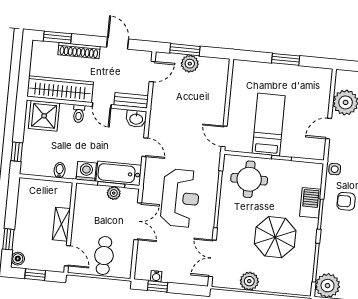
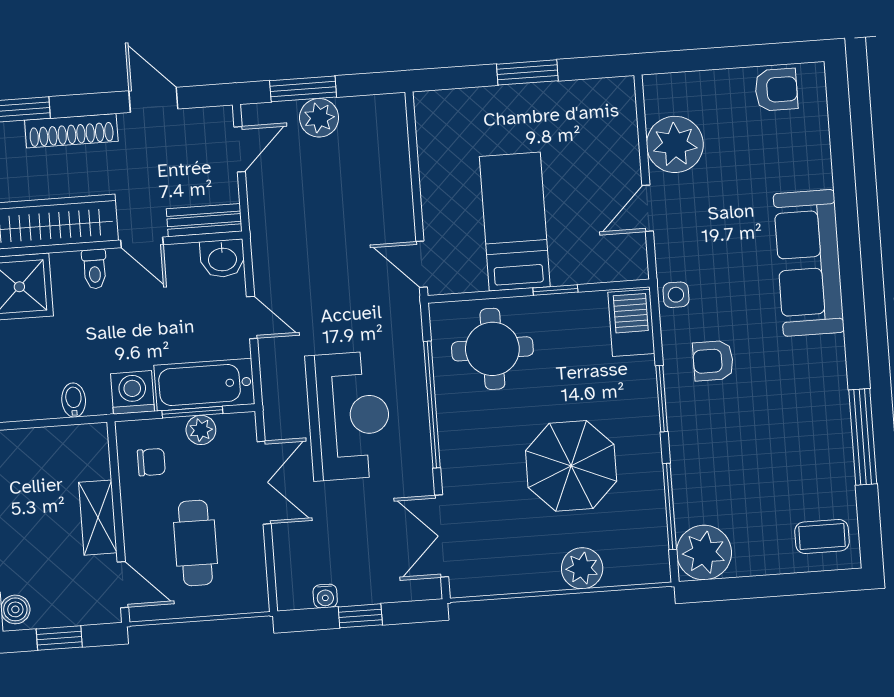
barbecue: (310, 203) -> (631, 323), moved
chair: (89, 204) -> (151, 462), added
cafe table: (104, 256) -> (195, 543), moved
plant: (249, 281) -> (582, 568), moved
window: (158, 286) -> (360, 616), moved

